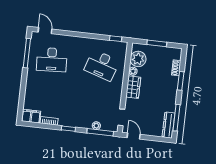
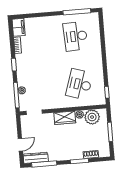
door: (45, 31) -> (101, 25), removed
door: (134, 136) -> (20, 145), moved

